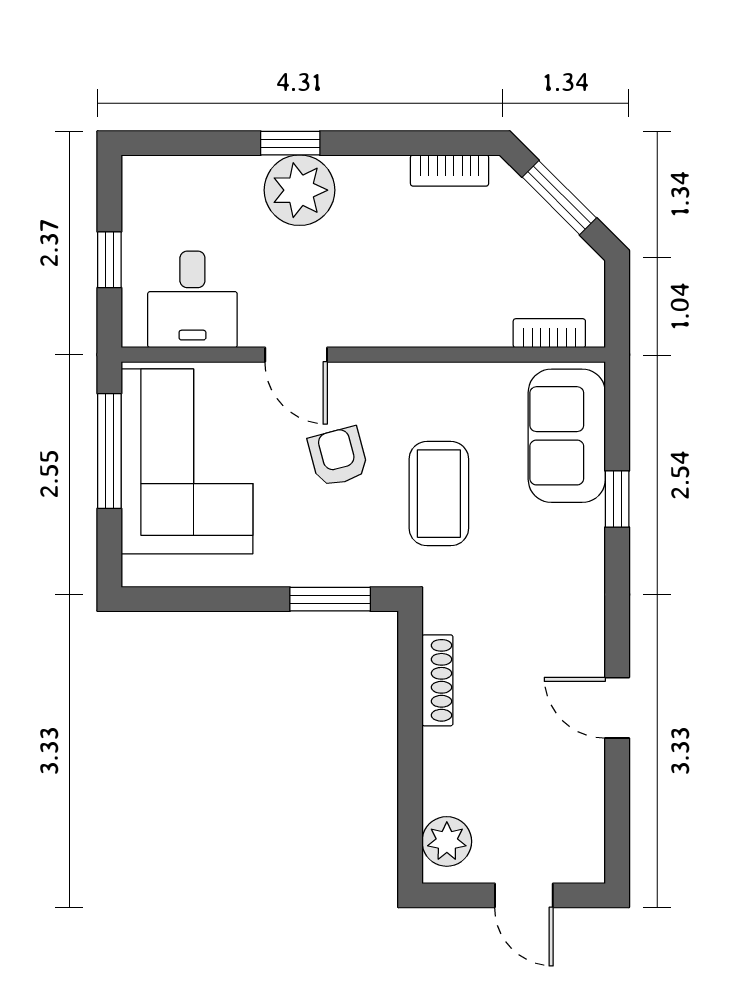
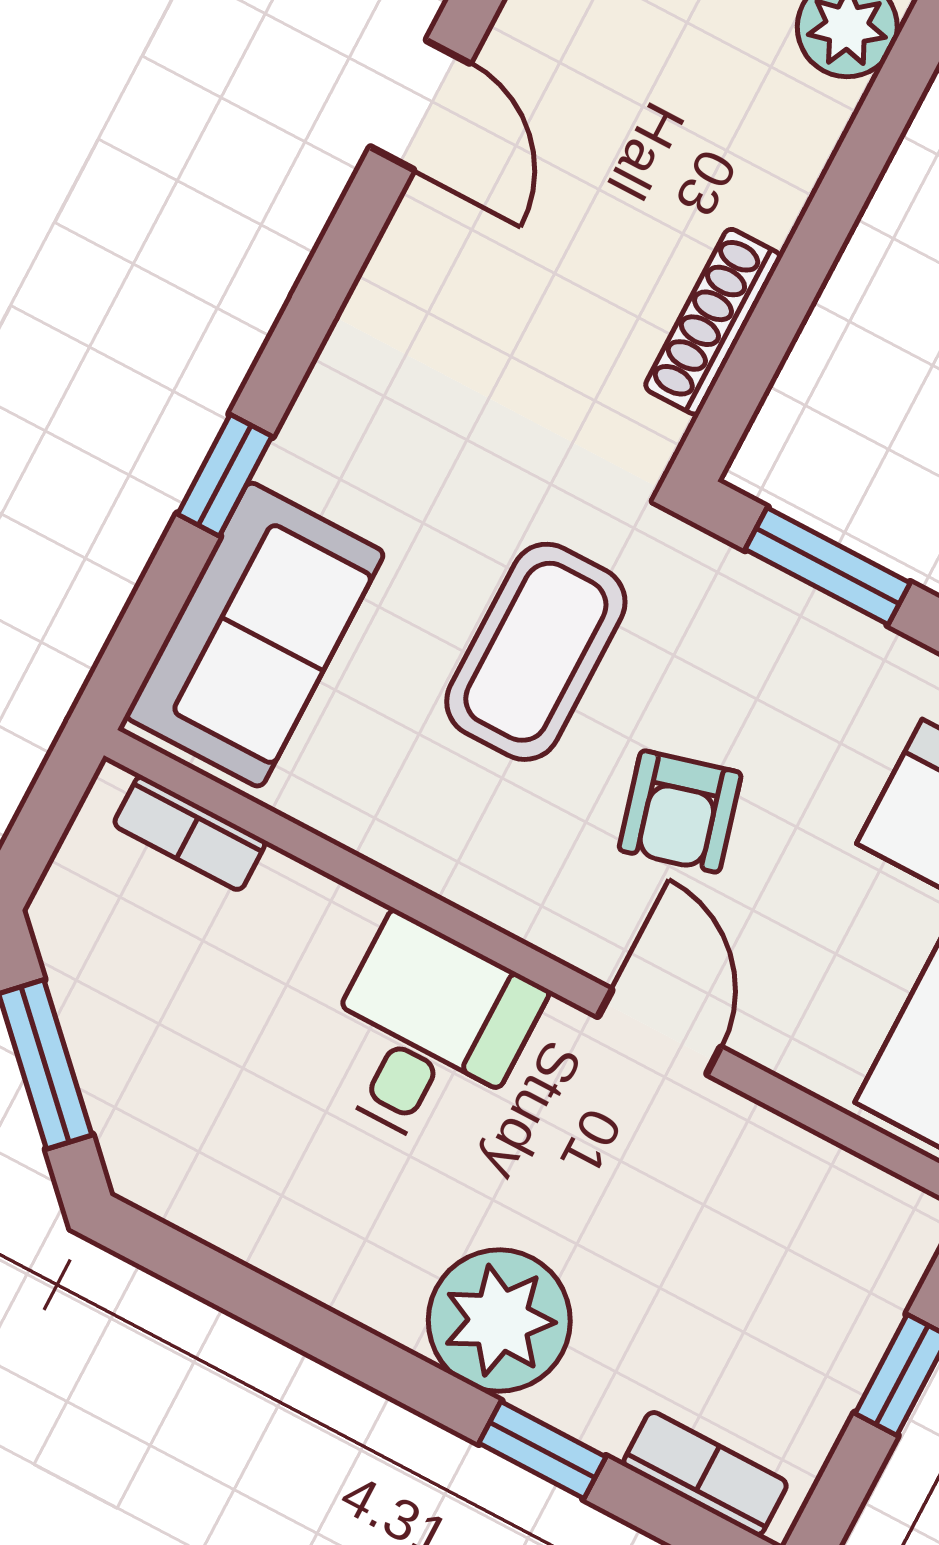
window: (290, 143) -> (542, 1450), moved
bookcase: (450, 170) -> (705, 1474), moved
desk: (192, 299) -> (427, 1035), moved

